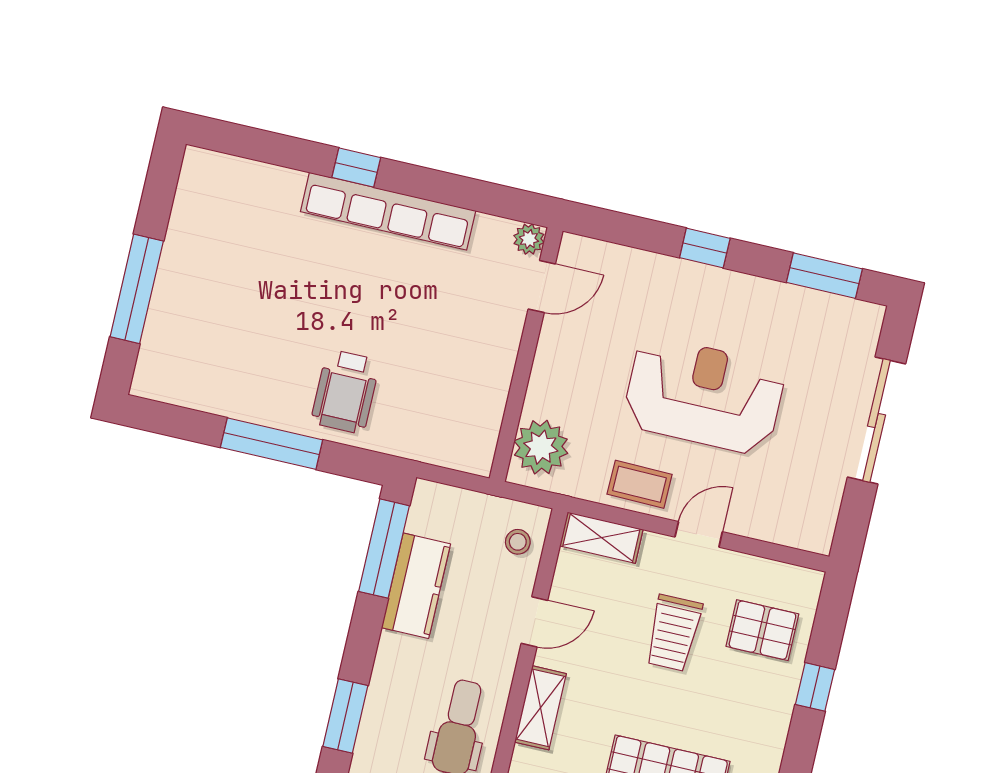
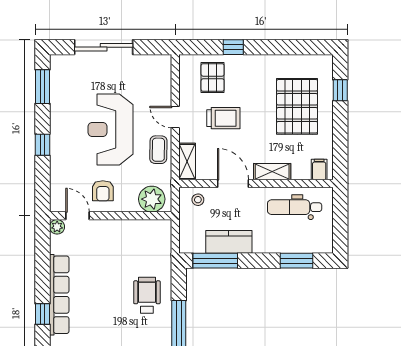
armchair: (581, 350) -> (103, 191), added
wheelchair: (345, 392) -> (147, 295), turned -90
door: (534, 622) -> (233, 184), width x1.38

